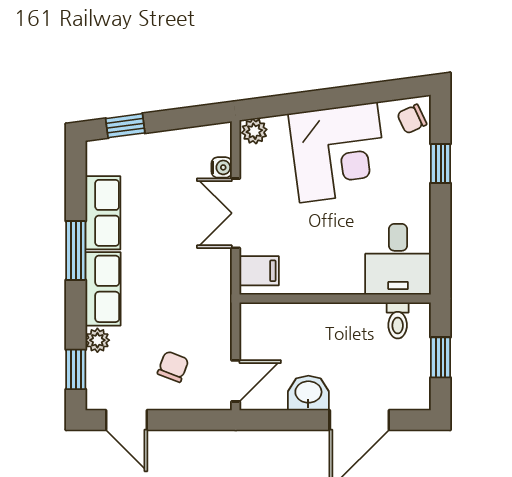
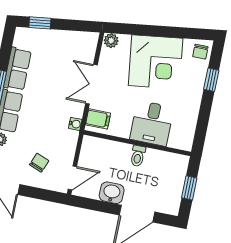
chair: (412, 119) -> (200, 52), turned -65
water cooler: (222, 167) -> (75, 124), moved
desk: (398, 259) -> (152, 123), moved
toilet: (398, 320) -> (138, 156), moved

